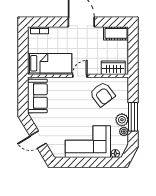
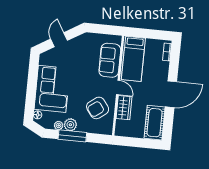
cot: (116, 33) -> (155, 123), width x1.37, depth x1.34
wardrobe: (113, 68) -> (124, 108), moved
sofa: (37, 96) -> (110, 60), moved, turned 90

